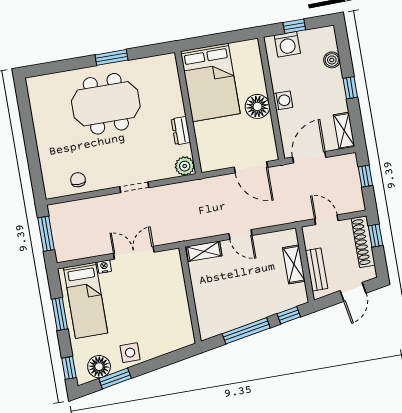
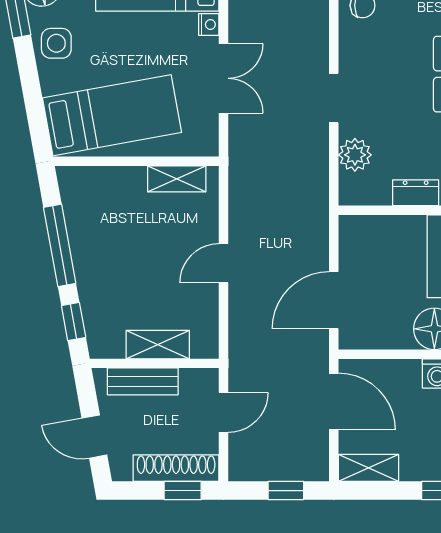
plant: (185, 166) -> (355, 155), moved
shelving: (204, 251) -> (177, 179), moved, turned 90
bed: (166, 313) -> (112, 115), added

